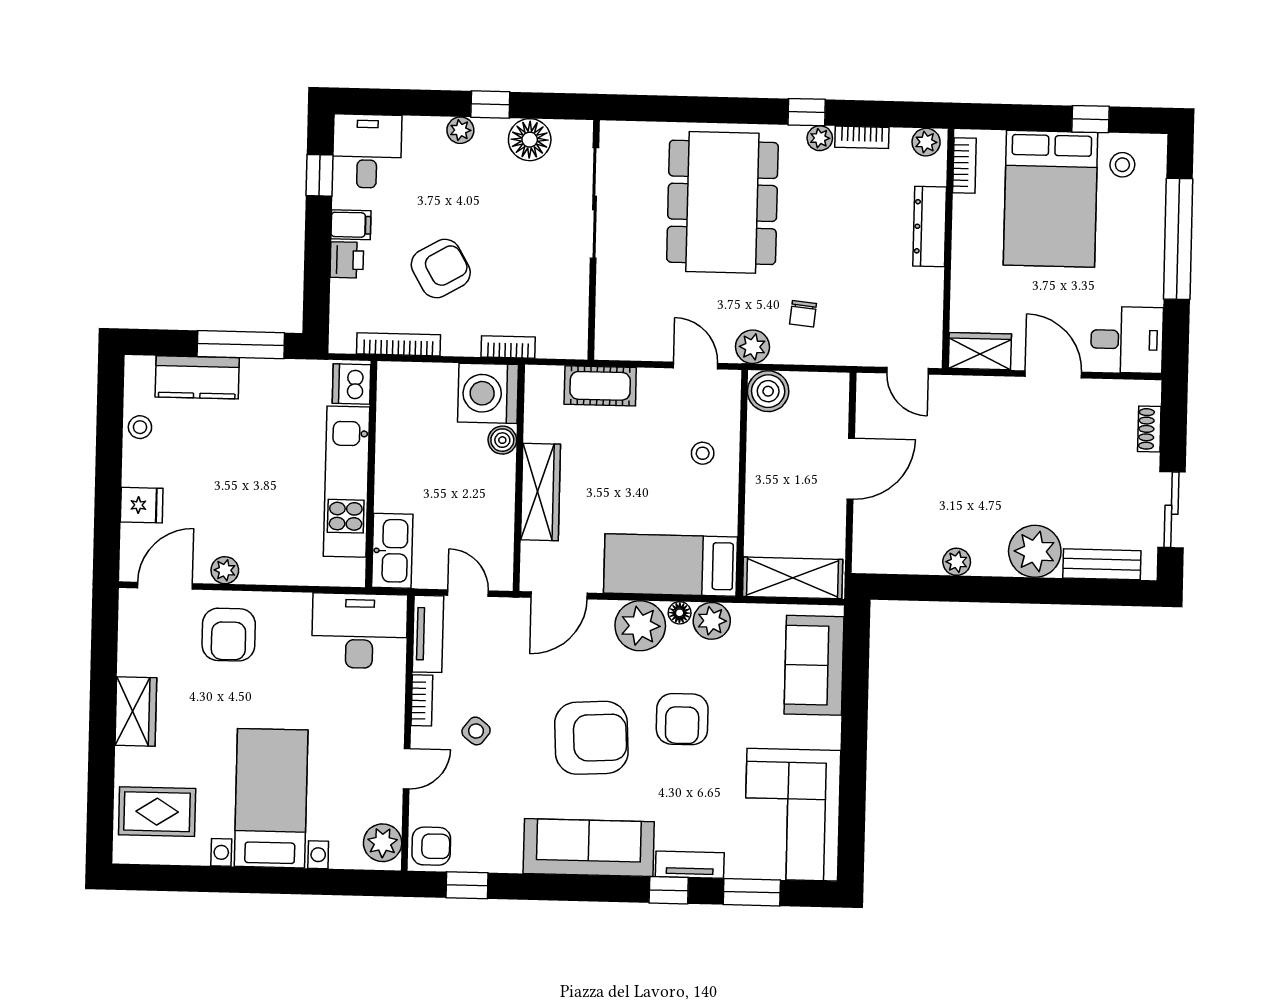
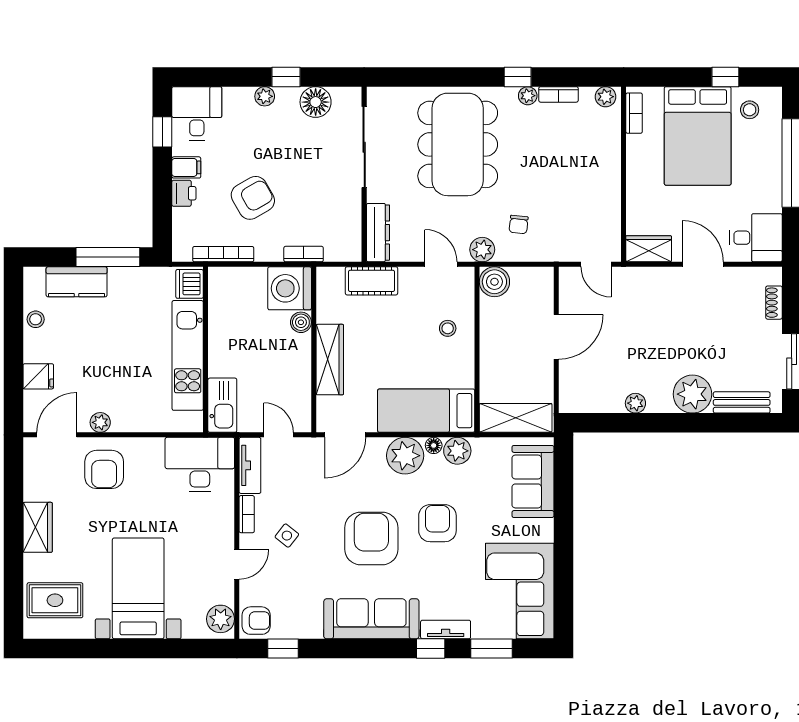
dresser: (930, 227) -> (378, 233), moved, turned 180
armchair: (682, 719) -> (437, 523), turned 180
armchair: (591, 738) -> (371, 538), turned -87

